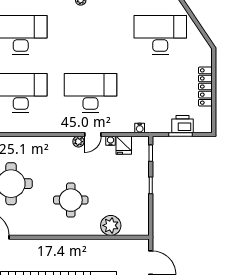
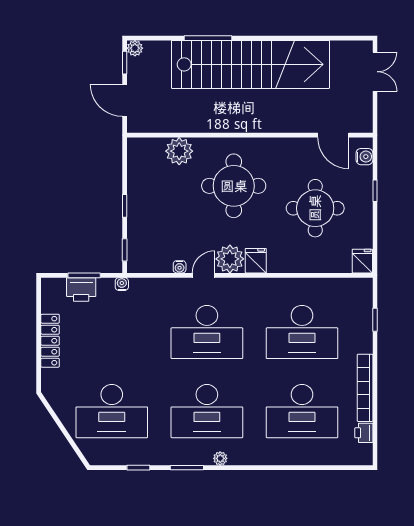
desk: (90, 35) -> (207, 411), added
water cooler: (140, 128) -> (122, 284), moved
plant: (78, 142) -> (230, 259), width x1.88, depth x1.88
fridge: (124, 145) -> (256, 261), moved
round table: (71, 200) -> (234, 186), width x1.36, depth x1.36

